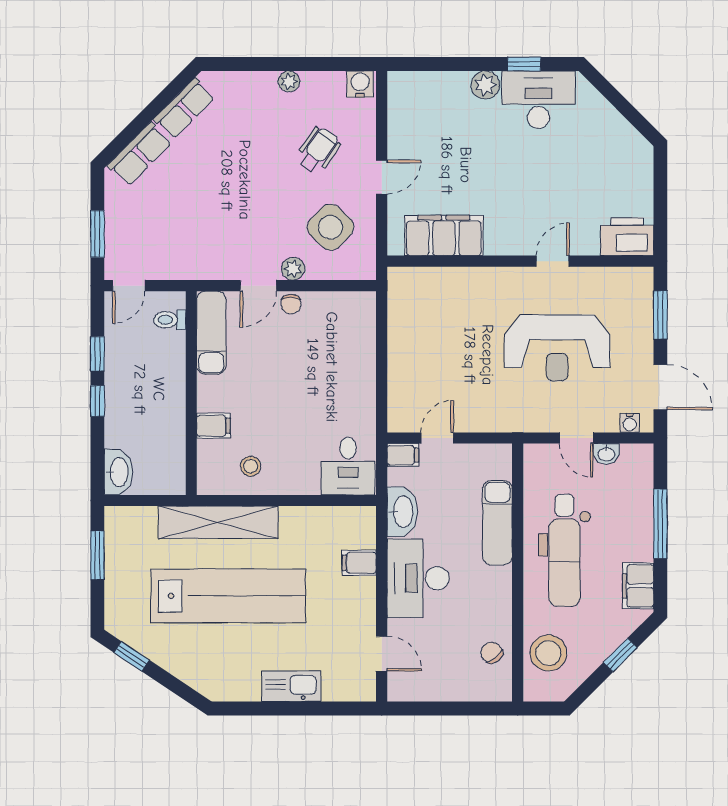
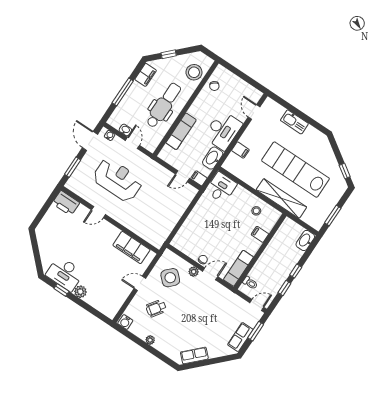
row of seats: (140, 154) -> (240, 337), moved, turned -45

